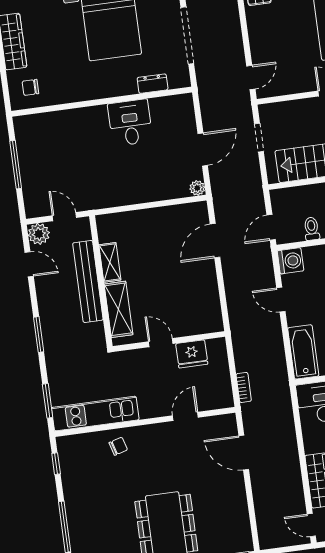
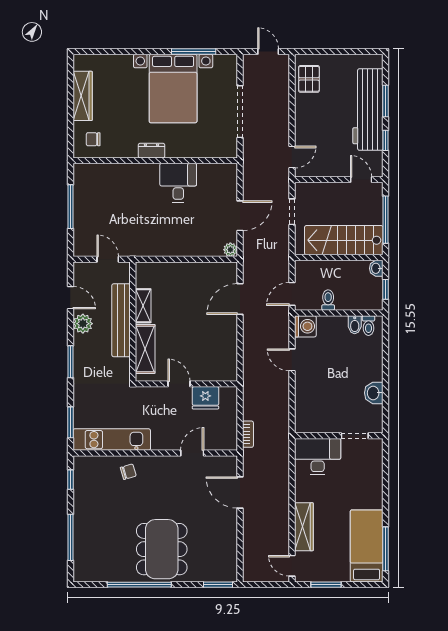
dresser: (153, 84) -> (151, 151), moved
plant: (39, 234) -> (83, 324), moved
bathtub: (303, 352) -> (306, 410), removed

